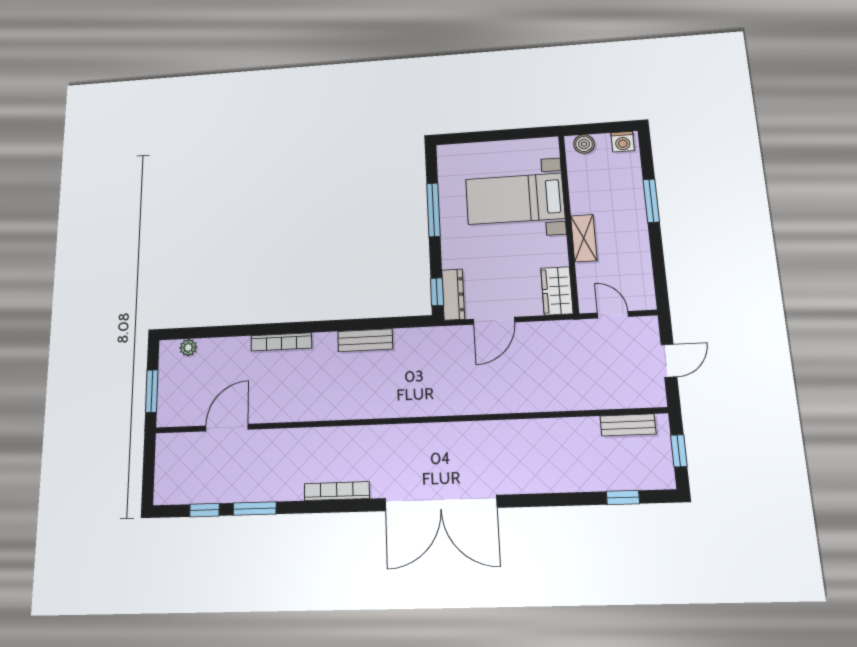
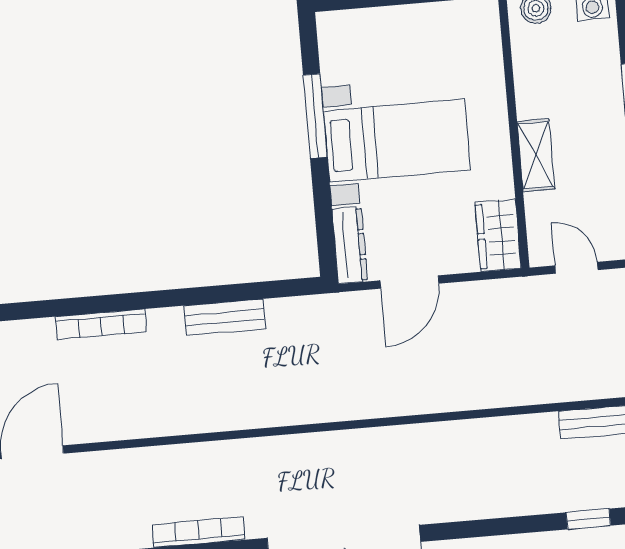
bed with nightstands: (515, 199) -> (397, 141), moved, turned 180
window: (437, 292) -> (326, 242), removed

